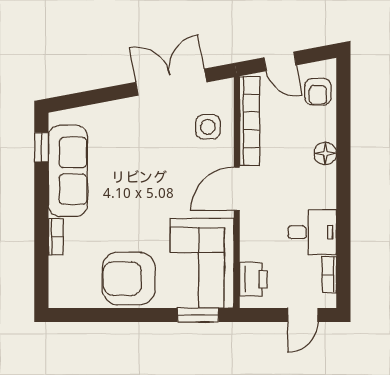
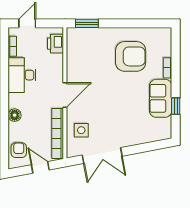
window: (41, 147) -> (176, 106), moved
sofa: (68, 171) -> (161, 98), width x0.73
desk: (312, 232) -> (22, 75), width x1.37
corner sofa: (202, 263) -> (85, 53), removed
armchair: (129, 279) -> (131, 56), moved

